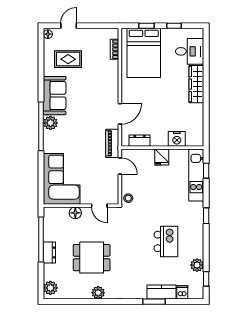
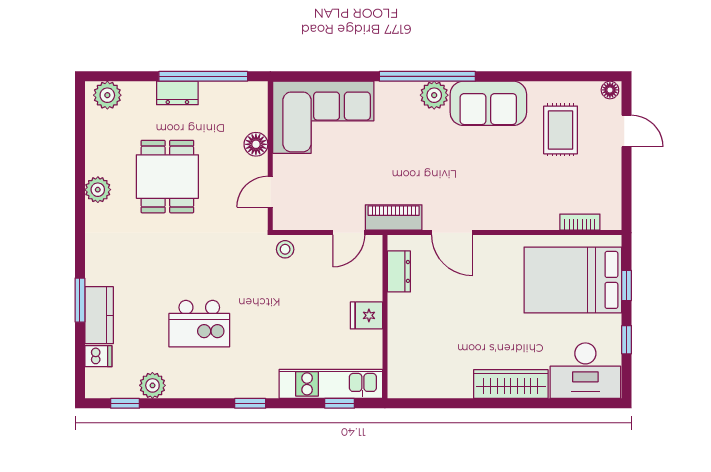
desk: (190, 51) -> (585, 371), width x1.37
nightstand: (177, 139) -> (402, 345), removed

